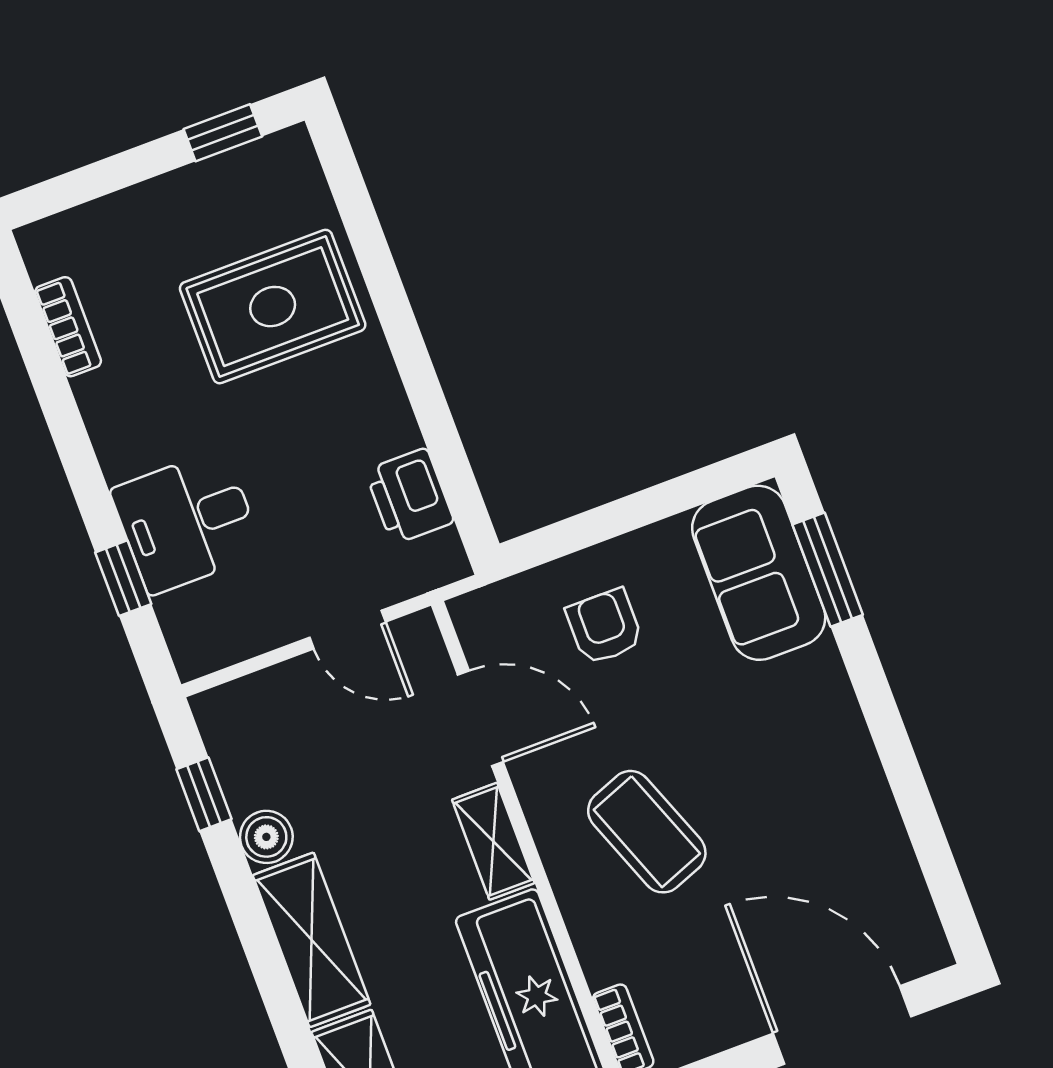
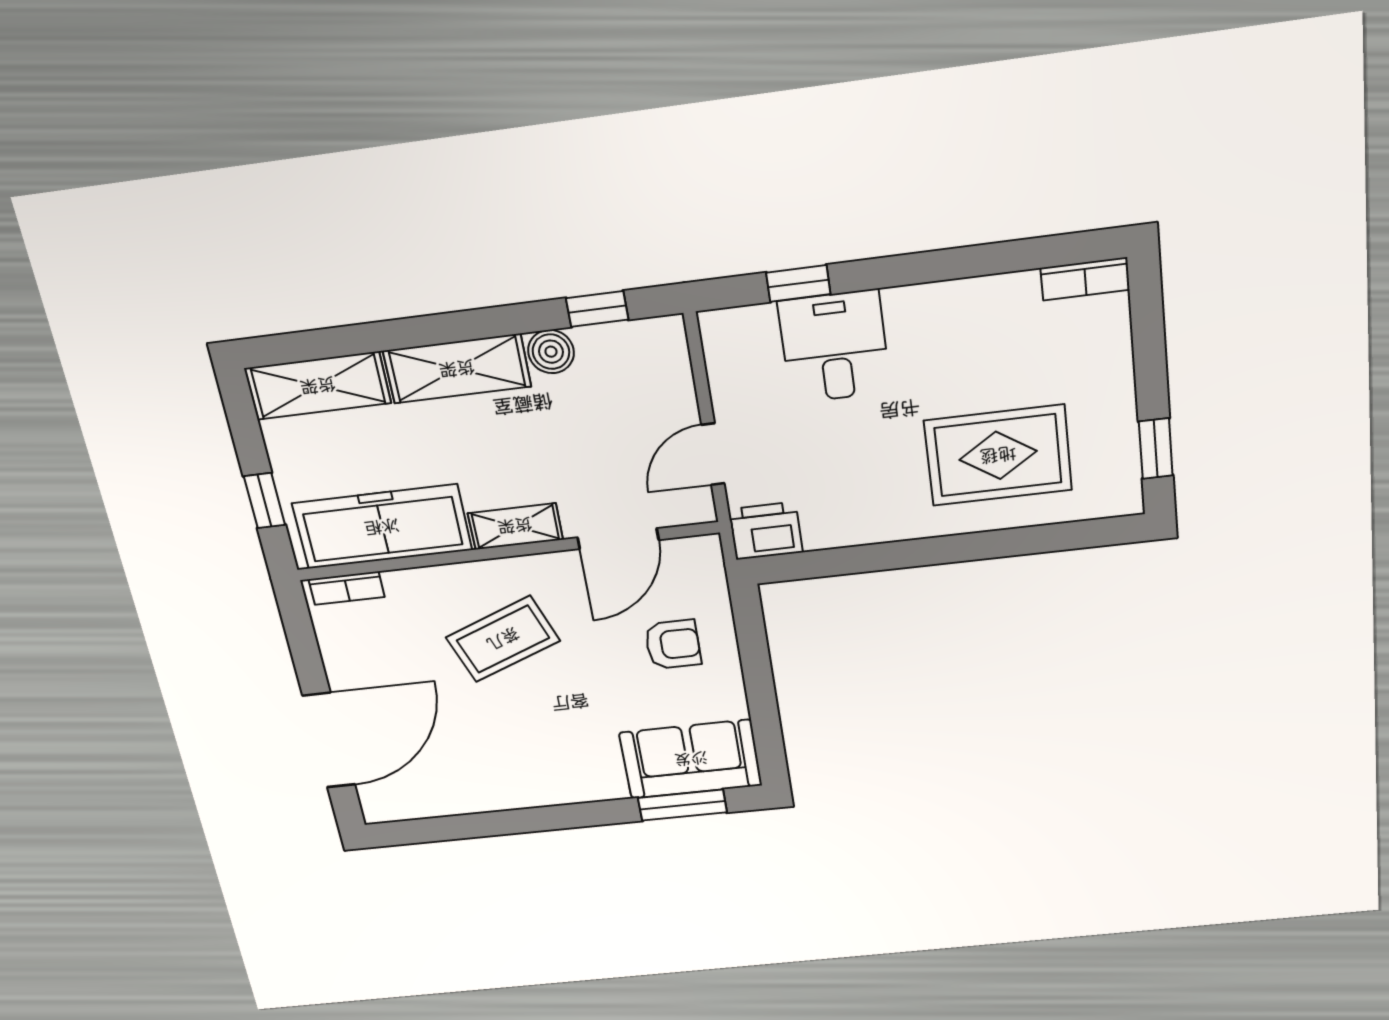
rug: (273, 307) -> (998, 455), turned 90
bookcase: (68, 327) -> (1085, 279), moved
printer: (410, 496) -> (766, 531), moved

